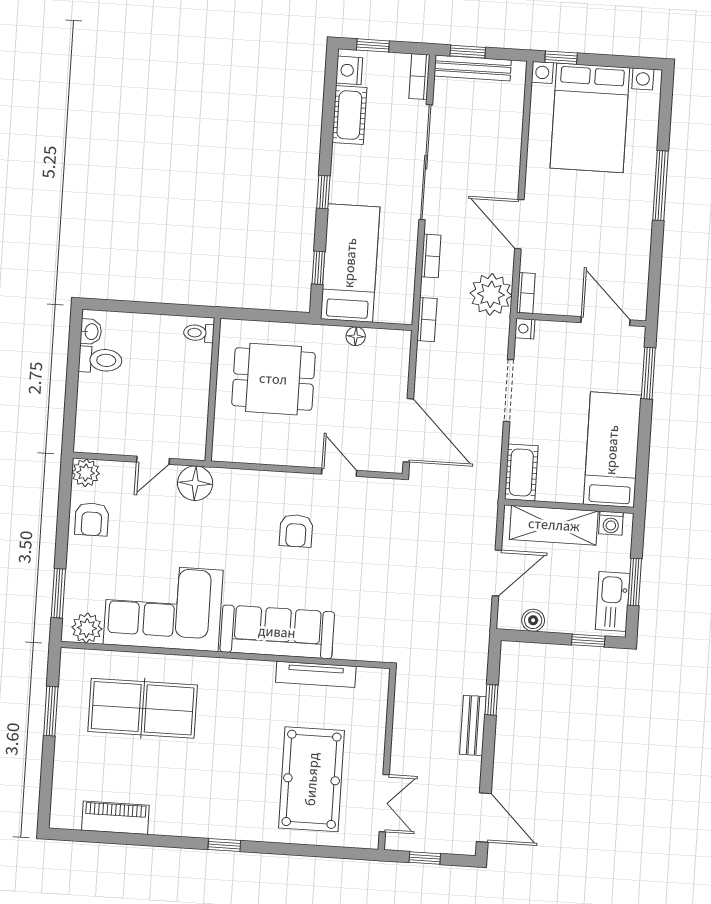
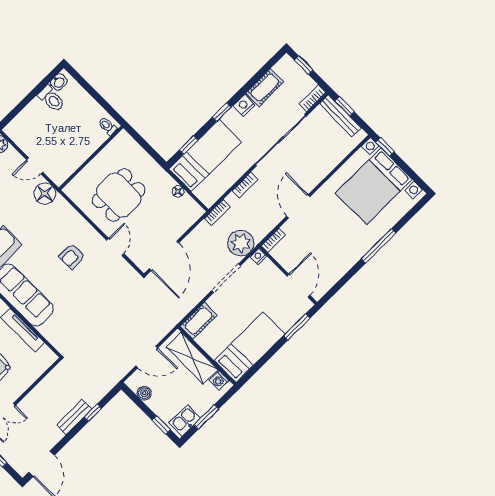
nightstand: (349, 70) -> (244, 105), moved
plant: (491, 294) -> (241, 243), moved
dining table: (273, 379) -> (119, 195), moved, turned 90
kitchen sink: (613, 601) -> (185, 420), width x0.73

